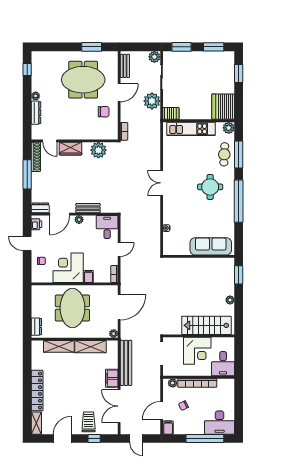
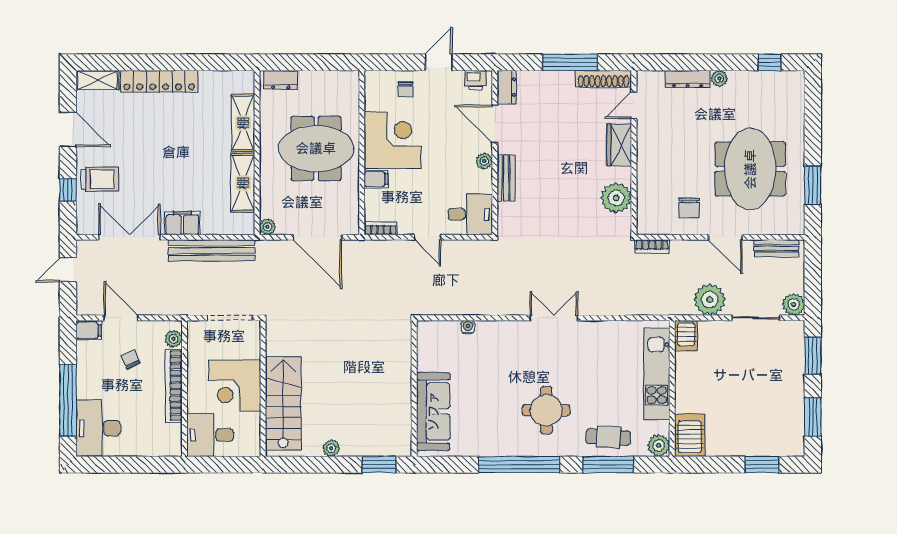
server rack: (223, 107) -> (690, 435), width x0.62

